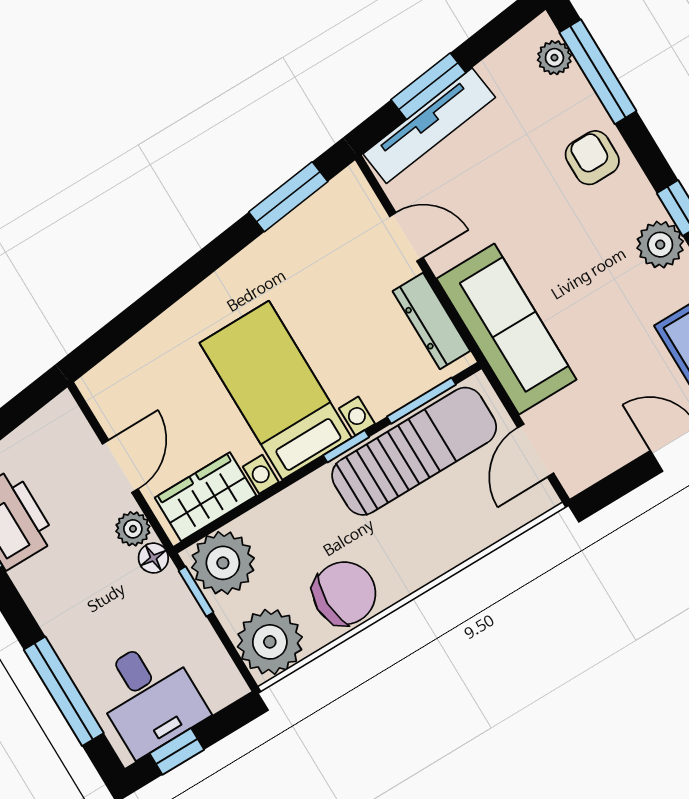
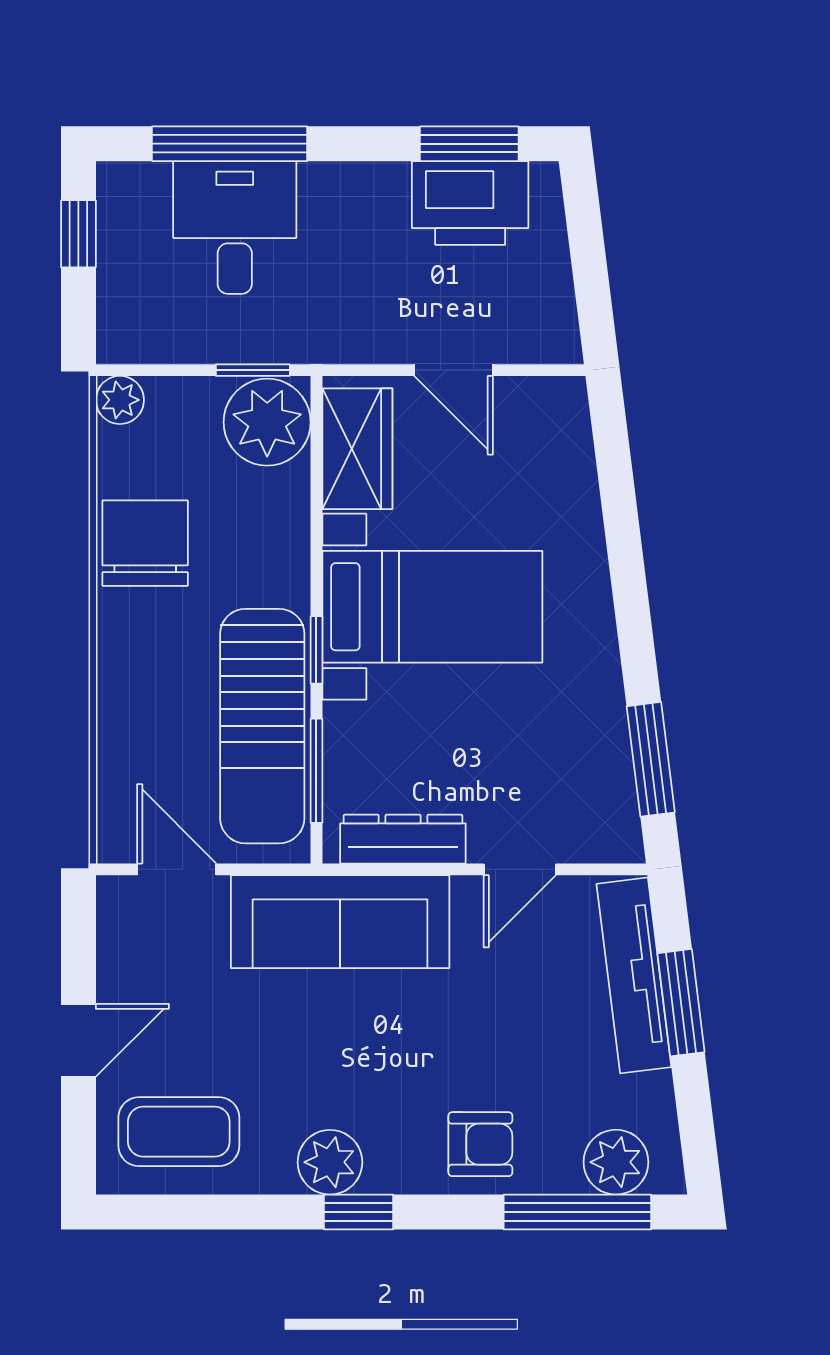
plant: (554, 58) -> (616, 1162), width x1.38, depth x1.38
plant: (133, 529) -> (371, 341), removed
floor lamp: (153, 558) -> (322, 344), removed
chair: (344, 593) -> (145, 543), turned 180
plant: (270, 642) -> (120, 400), width x0.53, depth x0.53
desk: (149, 697) -> (235, 227), moved, turned 90

